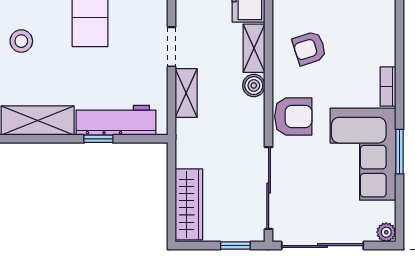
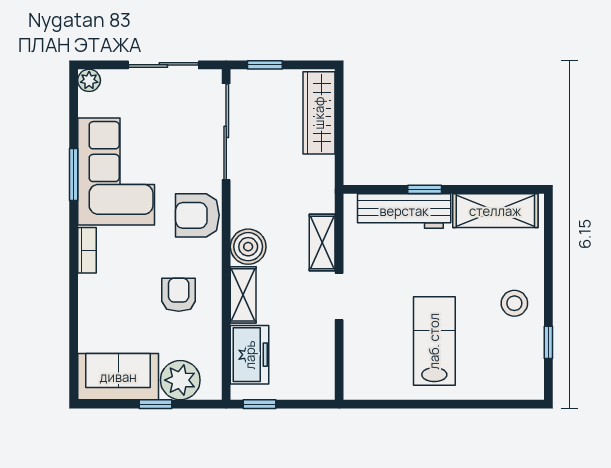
armchair: (309, 48) -> (179, 295), turned -72
boiler: (254, 86) -> (248, 247), width x1.36, depth x1.36
sliding door: (322, 246) -> (163, 65), width x0.73

